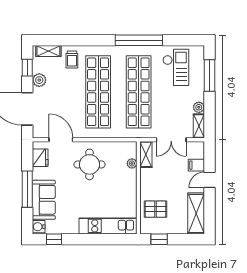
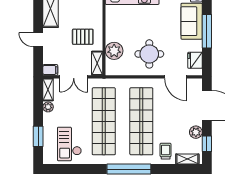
window: (139, 40) -> (129, 169), moved
window: (209, 75) -> (38, 136), width x0.69
double door: (171, 140) -> (74, 77), swing flipped
plant: (132, 163) -> (114, 51), width x1.87, depth x1.87
filing cabinet: (196, 165) -> (50, 70), moved
door: (209, 180) -> (38, 40), swing flipped
pallet: (155, 209) -> (83, 37), moved

